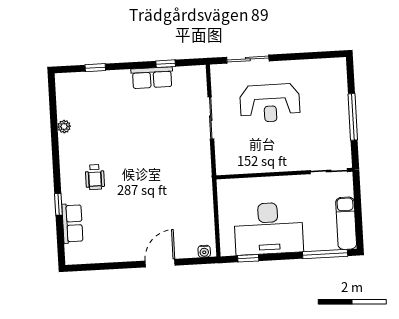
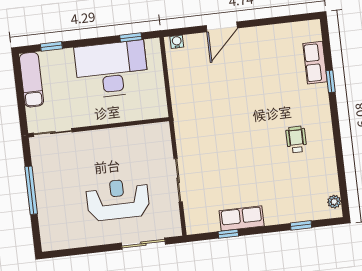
plant: (64, 127) -> (334, 202), moved
wheelchair: (95, 177) -> (296, 139), moved
window: (325, 254) -> (51, 46), width x0.46

